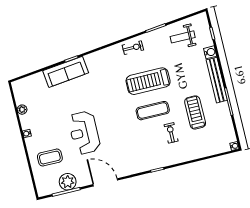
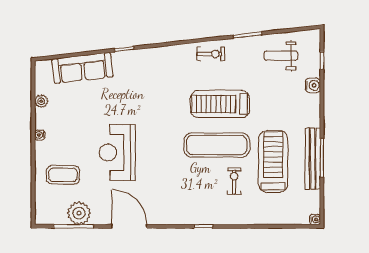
sofa: (66, 72) -> (82, 68), moved
bench: (217, 80) -> (313, 159), moved
exercise mat: (153, 111) -> (217, 145), width x1.36, depth x1.45
treadmill: (195, 112) -> (273, 161), width x1.37, depth x1.37

